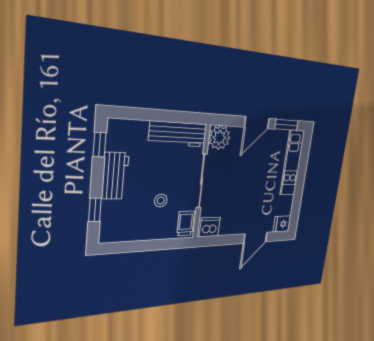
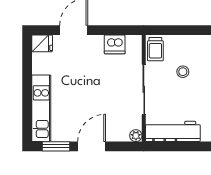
plant: (219, 138) -> (136, 136), width x0.53, depth x0.53
dishwasher: (210, 227) -> (115, 44), moved

